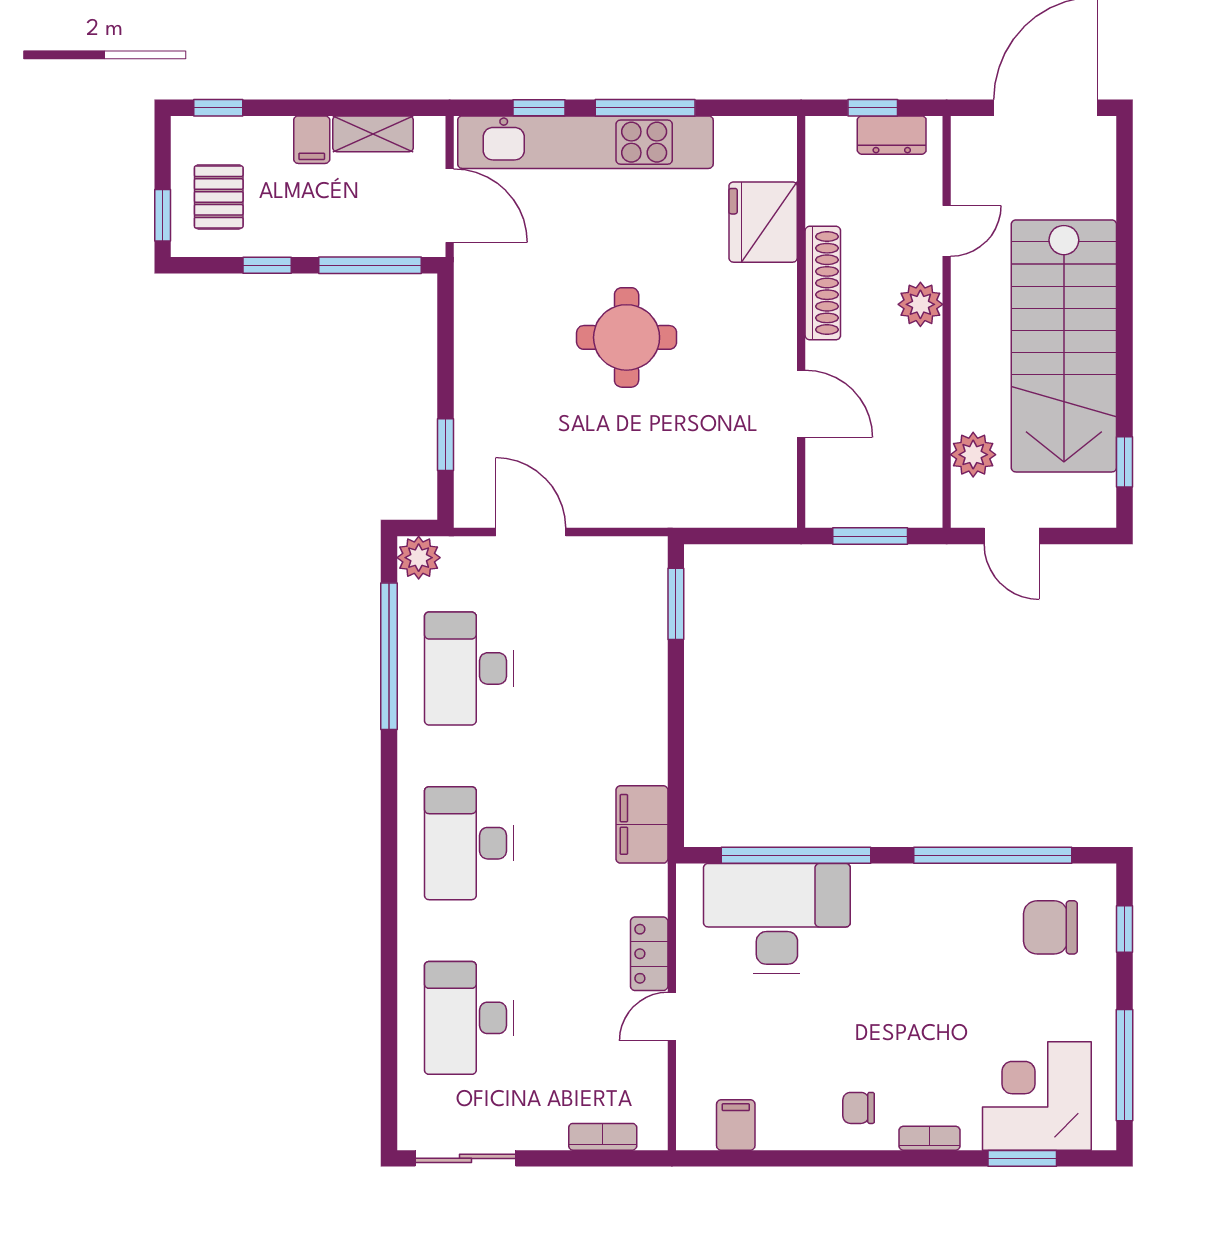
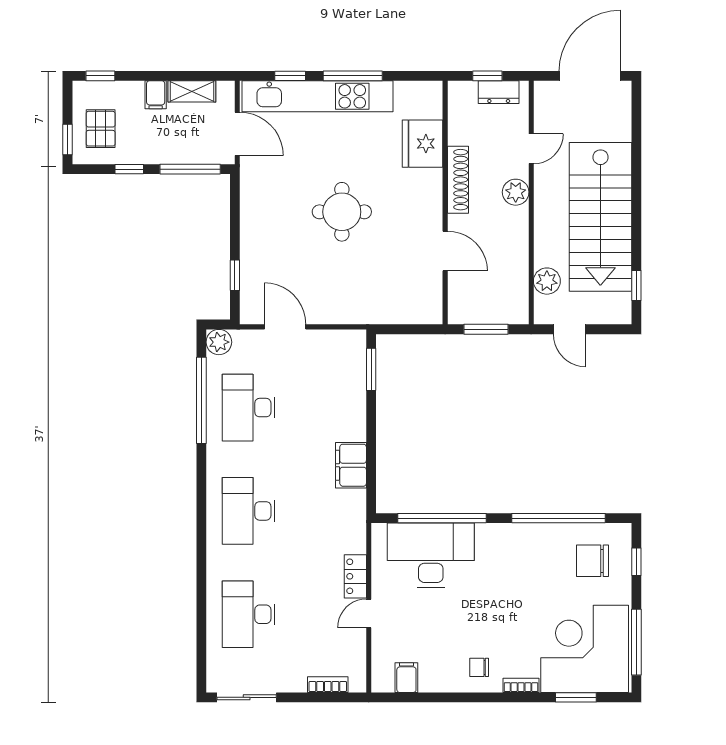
filing cabinet: (642, 824) -> (351, 465), moved
corner desk: (1037, 1096) -> (585, 649), width x1.36, depth x1.36

